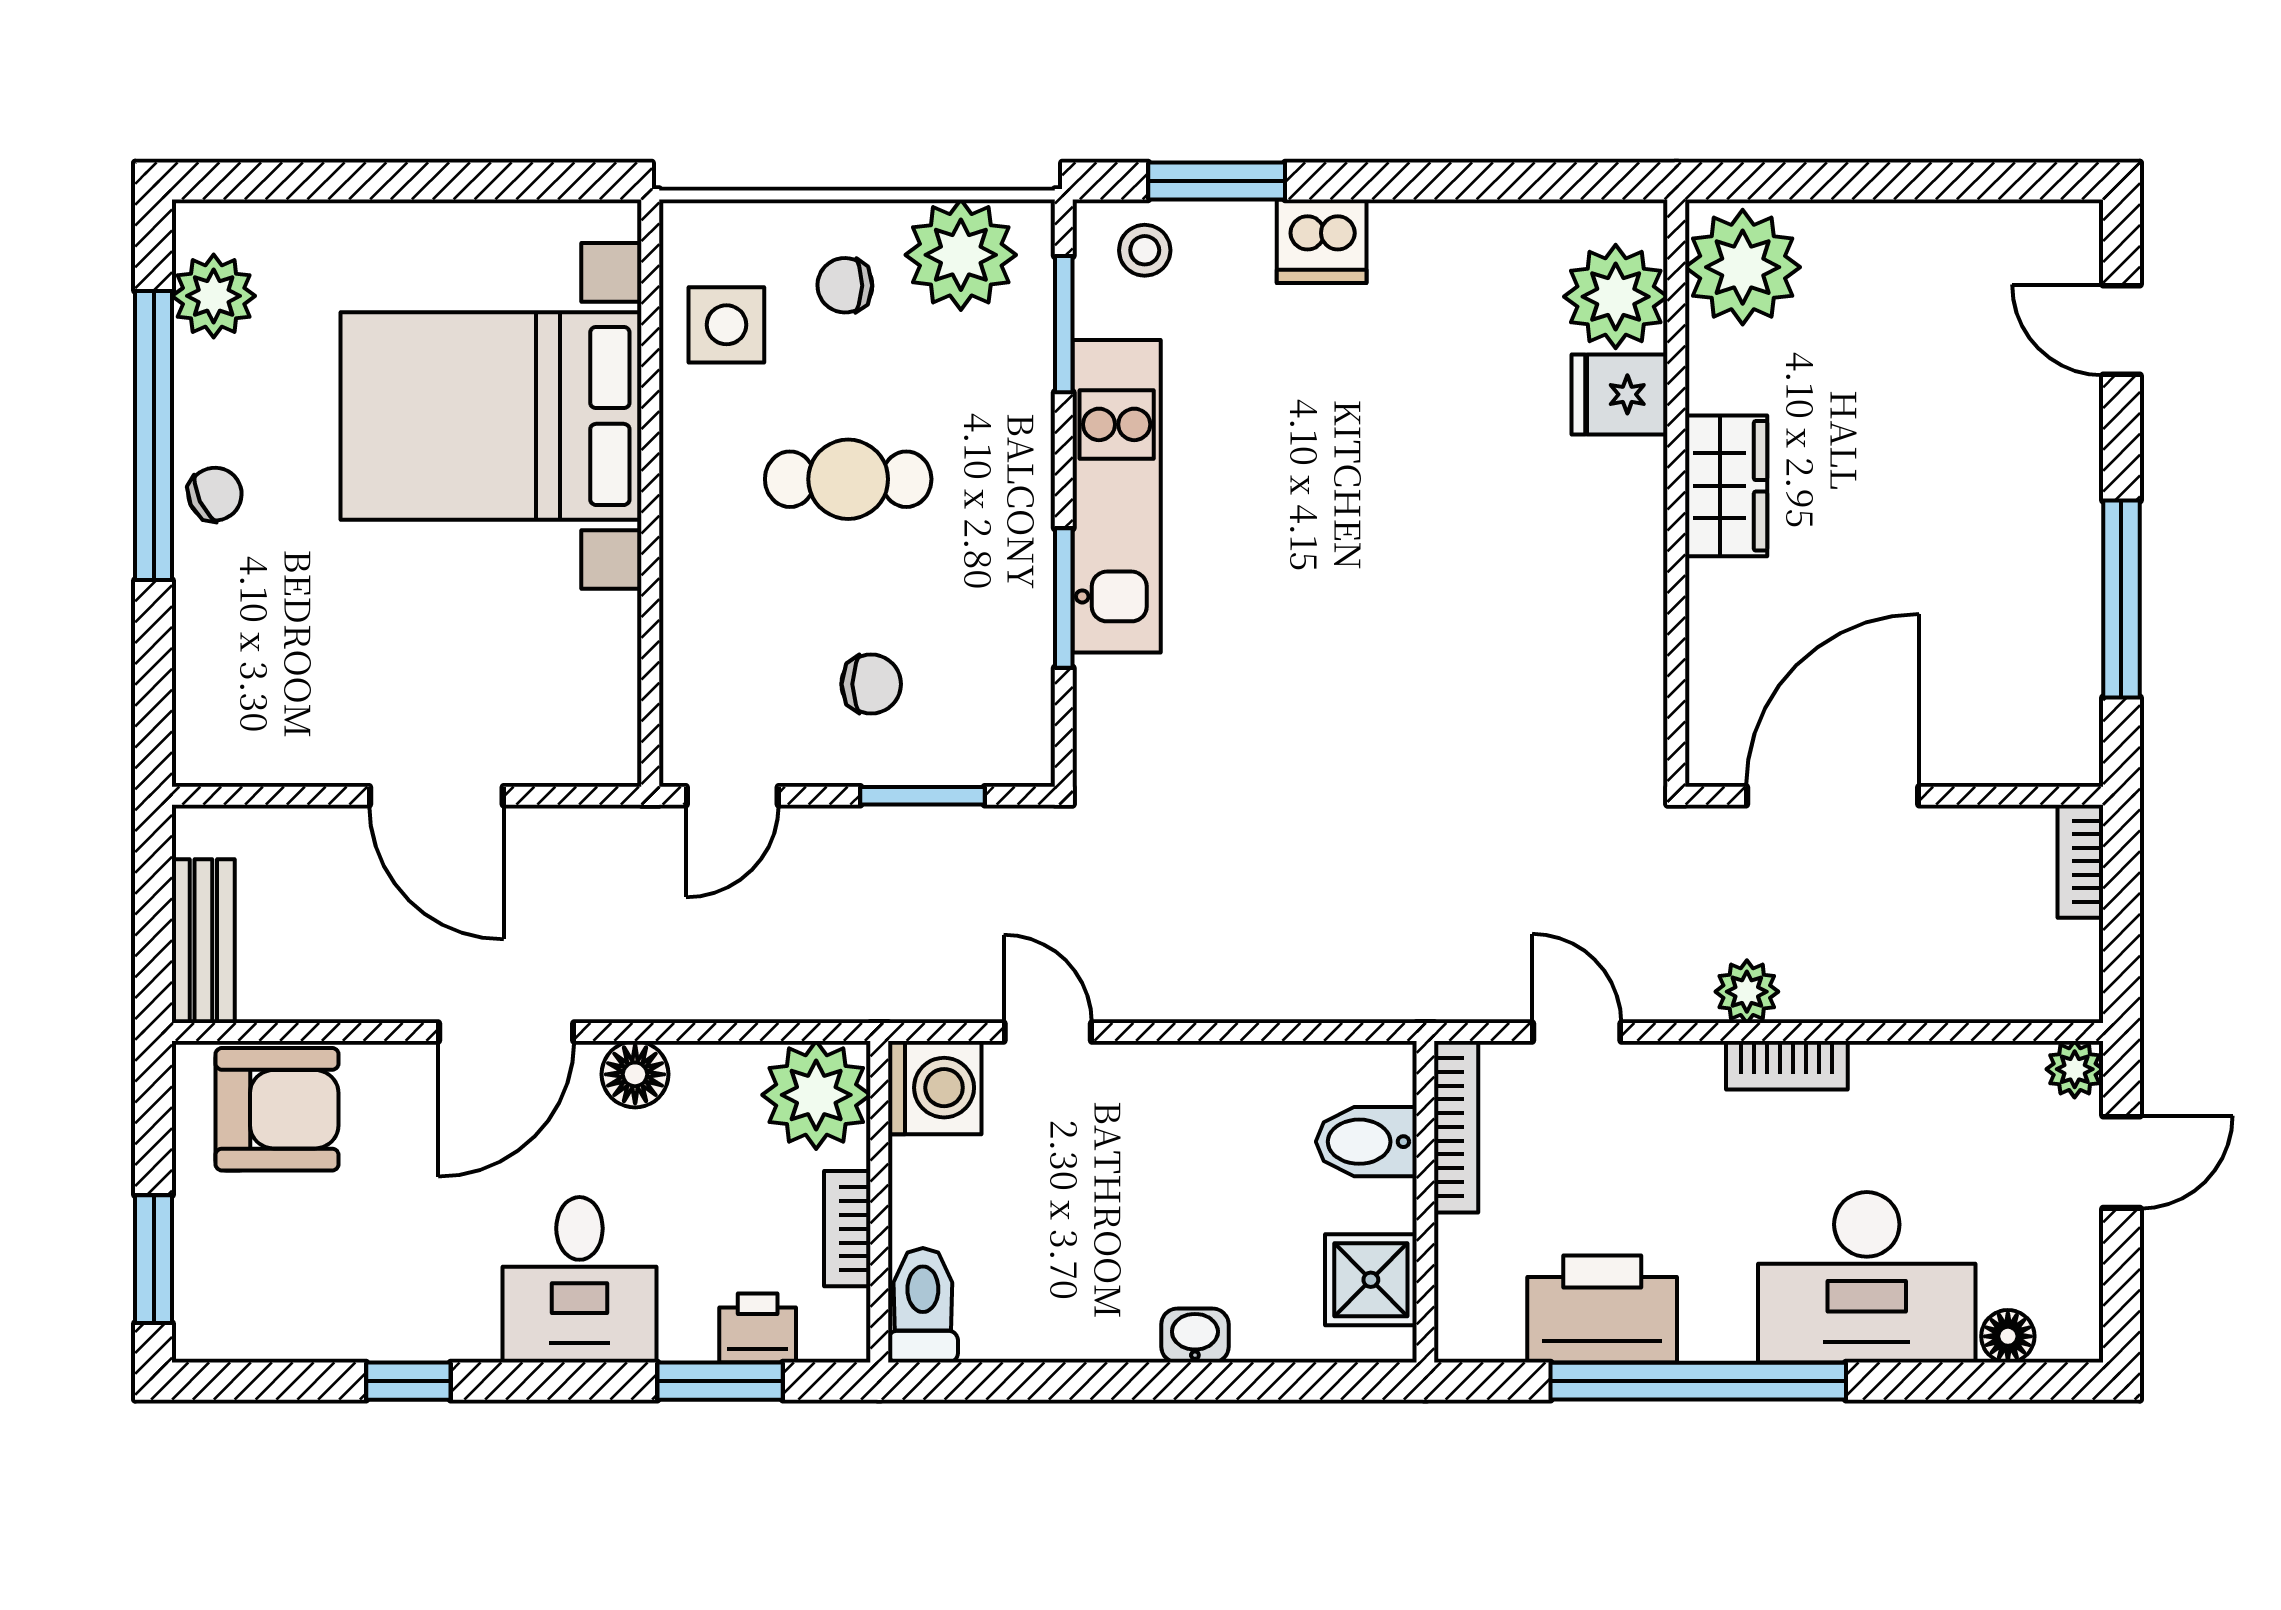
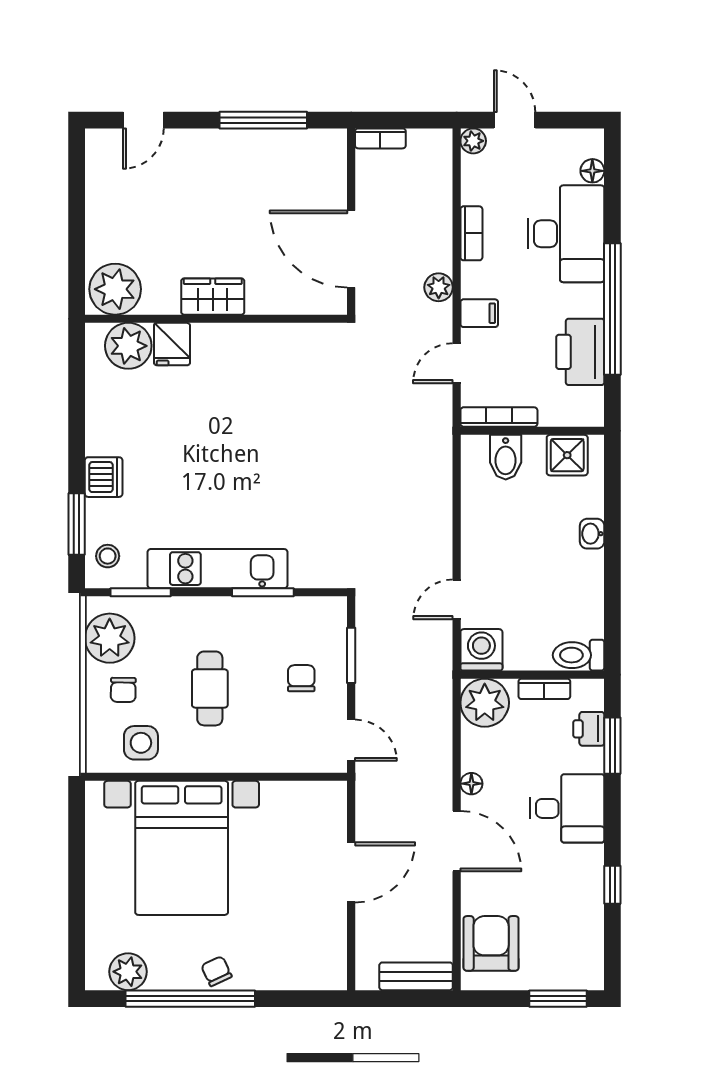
bookcase: (1787, 1065) -> (471, 233), moved
floor lamp: (635, 1074) -> (471, 784), width x0.73, depth x0.73
filing cabinet: (1689, 1083) -> (479, 313), added

